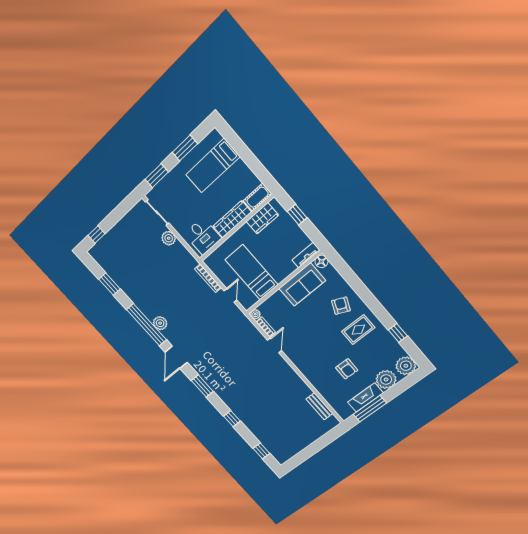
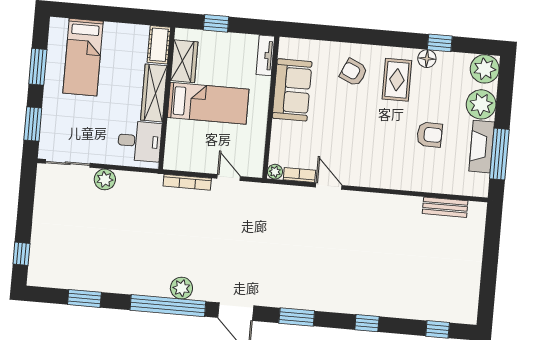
floor lamp: (321, 261) -> (427, 59), moved
bed: (251, 272) -> (208, 103), moved, turned 180

